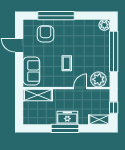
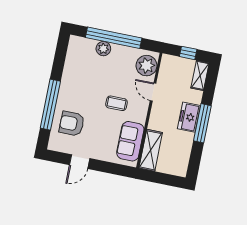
plant: (104, 25) -> (103, 49), moved
sofa: (31, 71) -> (130, 141), moved, turned -90

